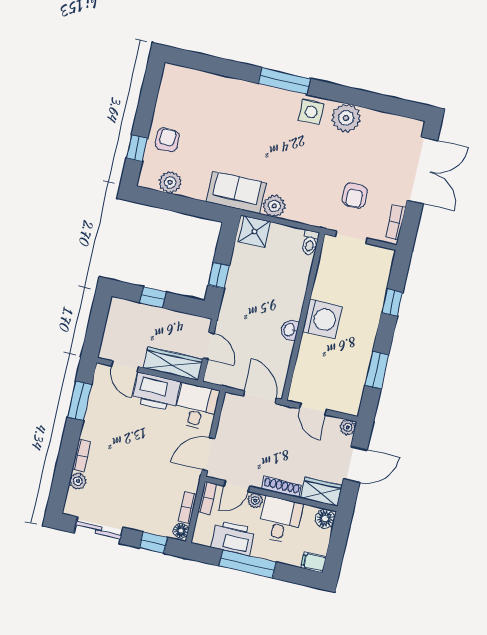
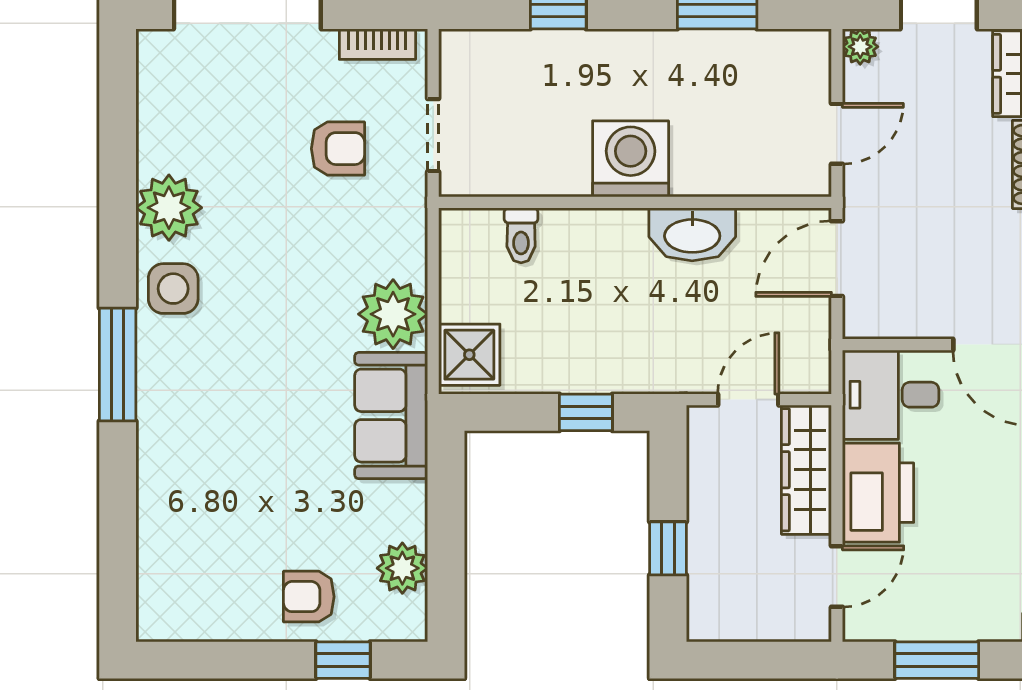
plant: (274, 206) -> (393, 314), width x1.36, depth x1.36
toilet: (310, 243) -> (521, 235), moved, turned 90
washbasin: (290, 330) -> (692, 234), width x1.91, depth x1.45

